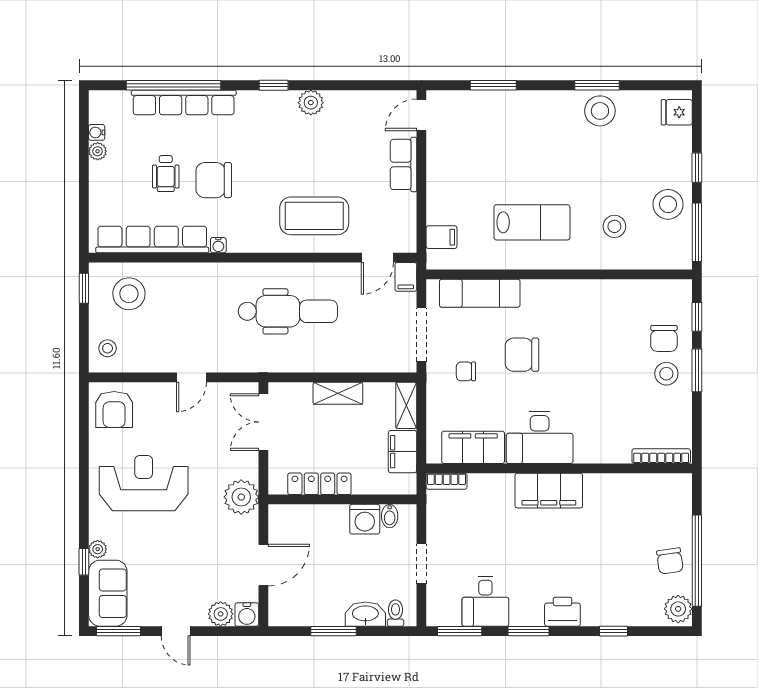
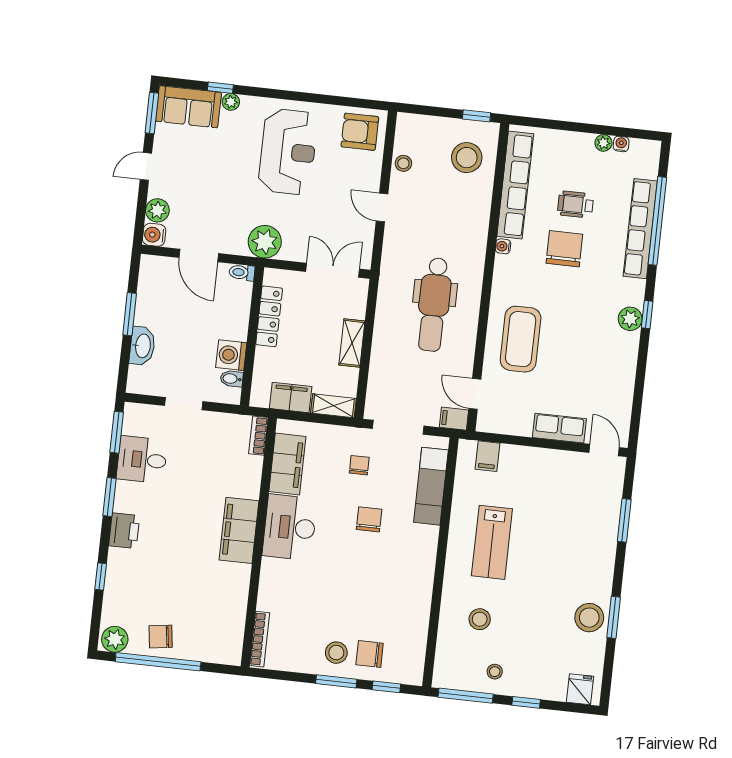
plant: (311, 103) -> (630, 319), moved
stool: (668, 204) -> (495, 672), width x0.53, depth x0.53
stool: (108, 348) -> (403, 163), moved
chair: (522, 355) -> (369, 519), width x0.73, depth x0.73
toilet: (395, 613) -> (242, 273), moved, turned 180

